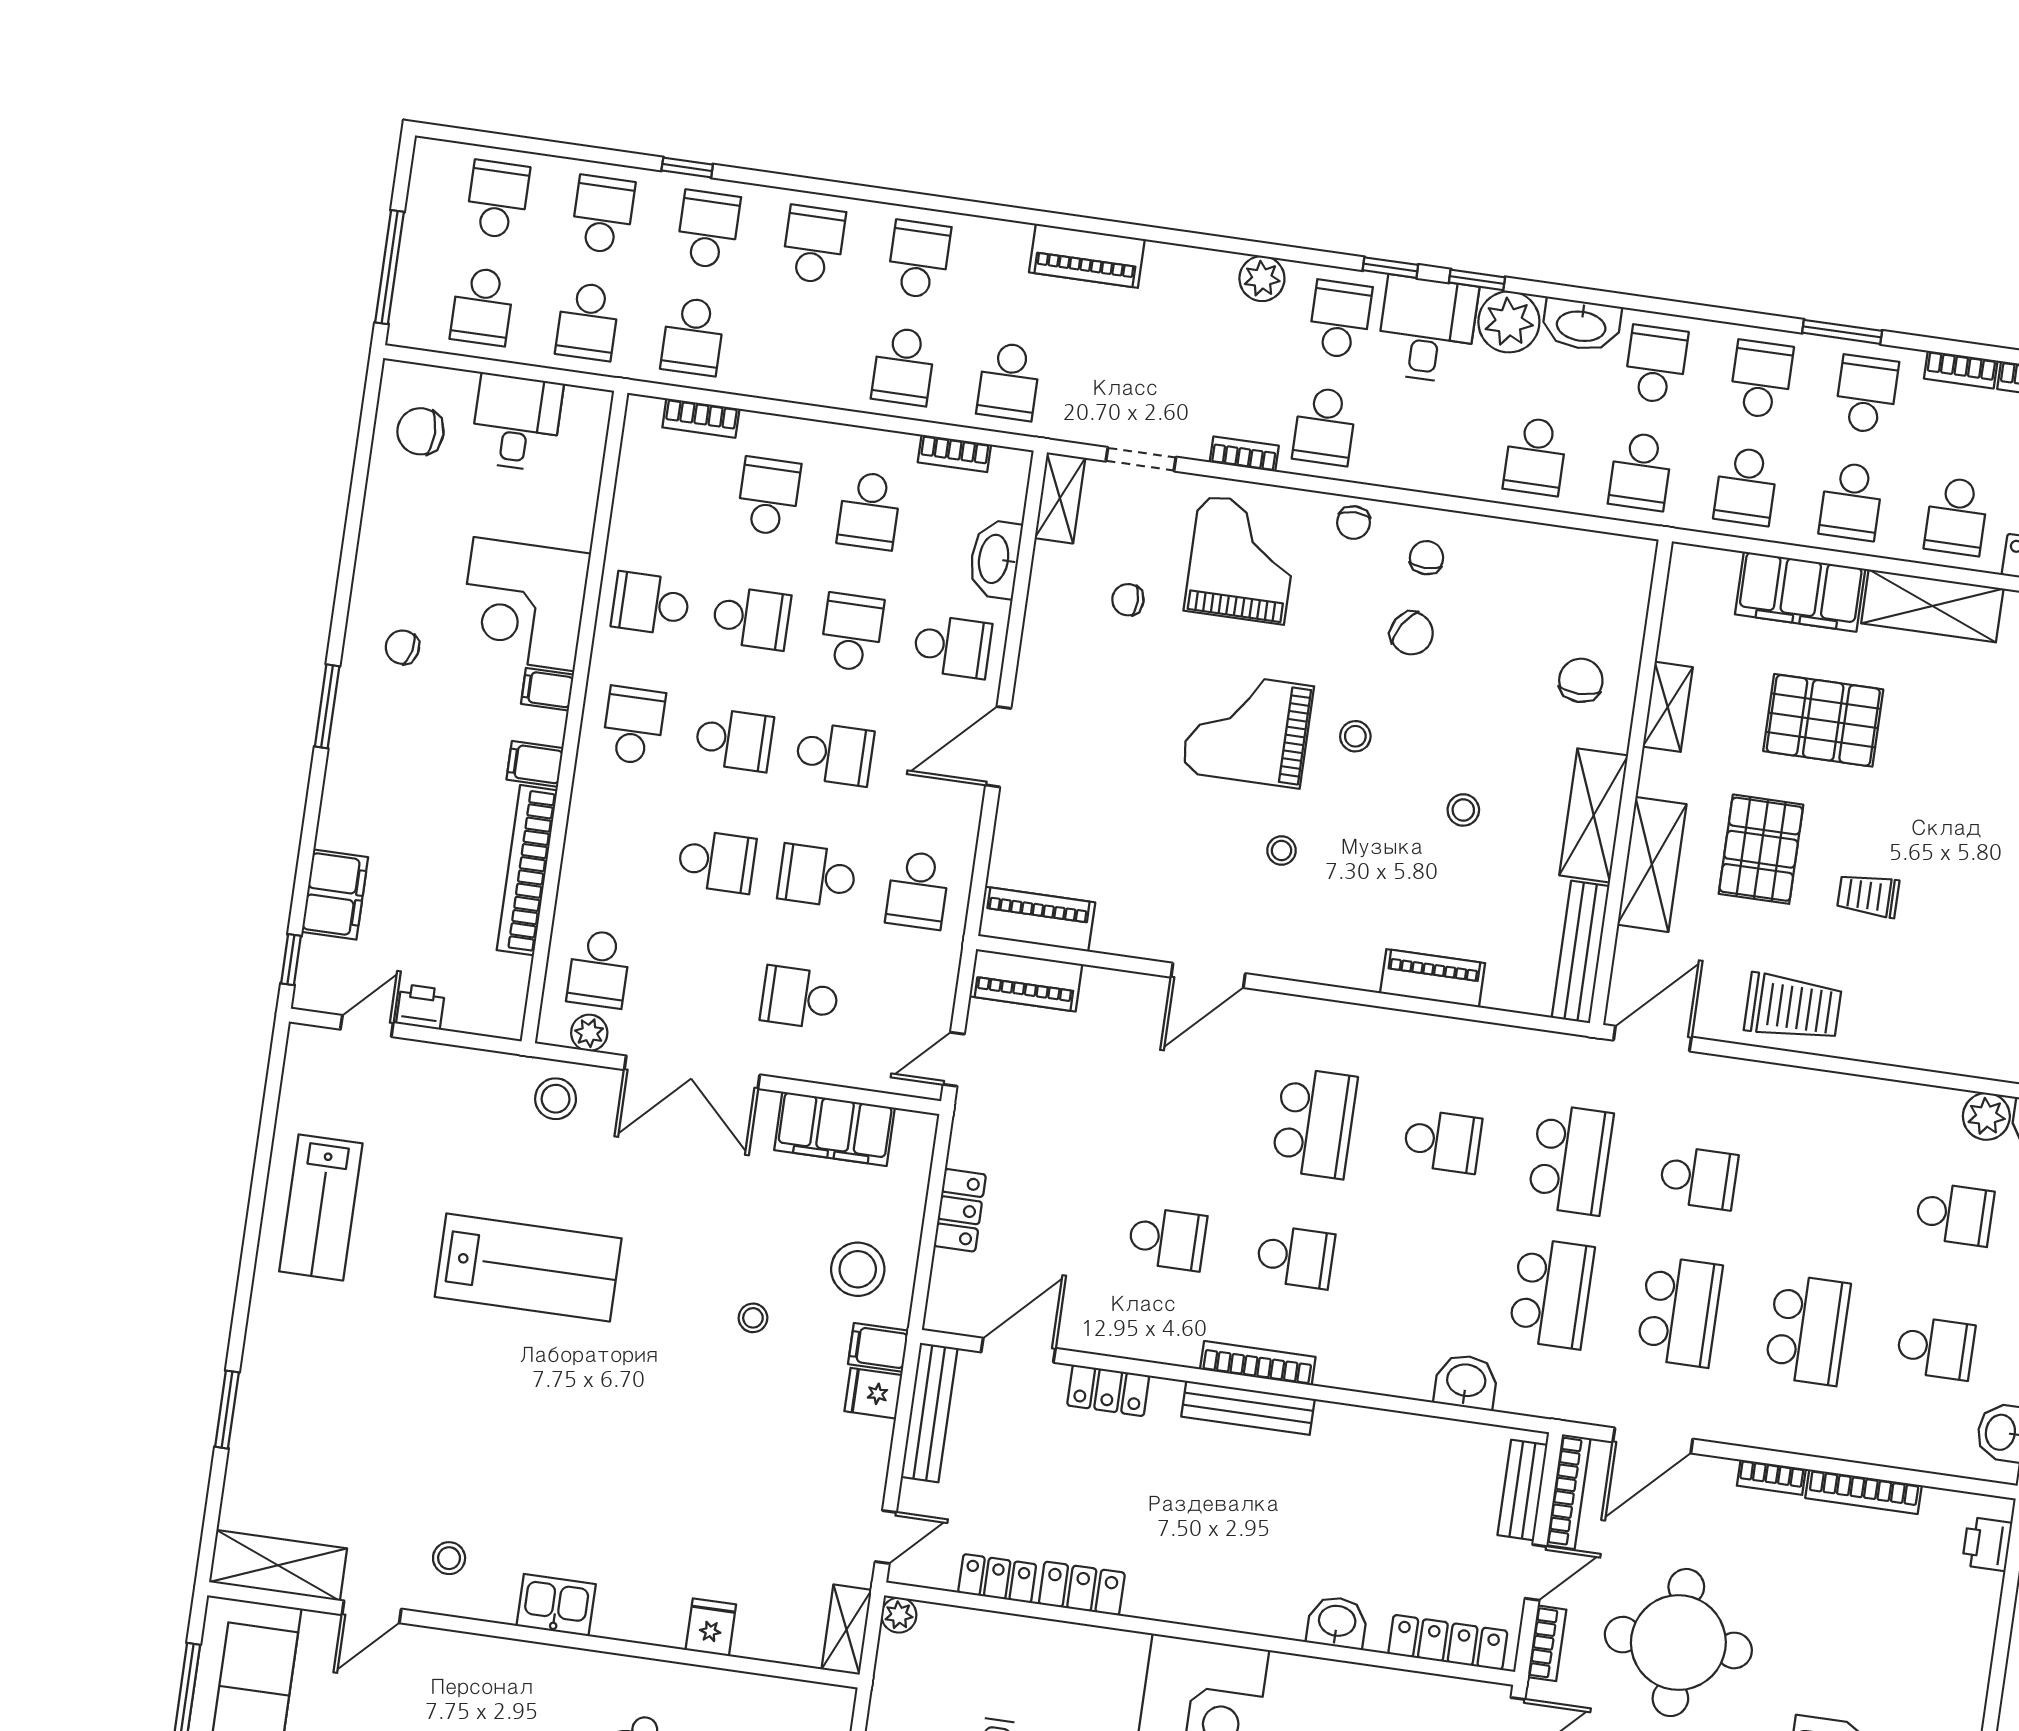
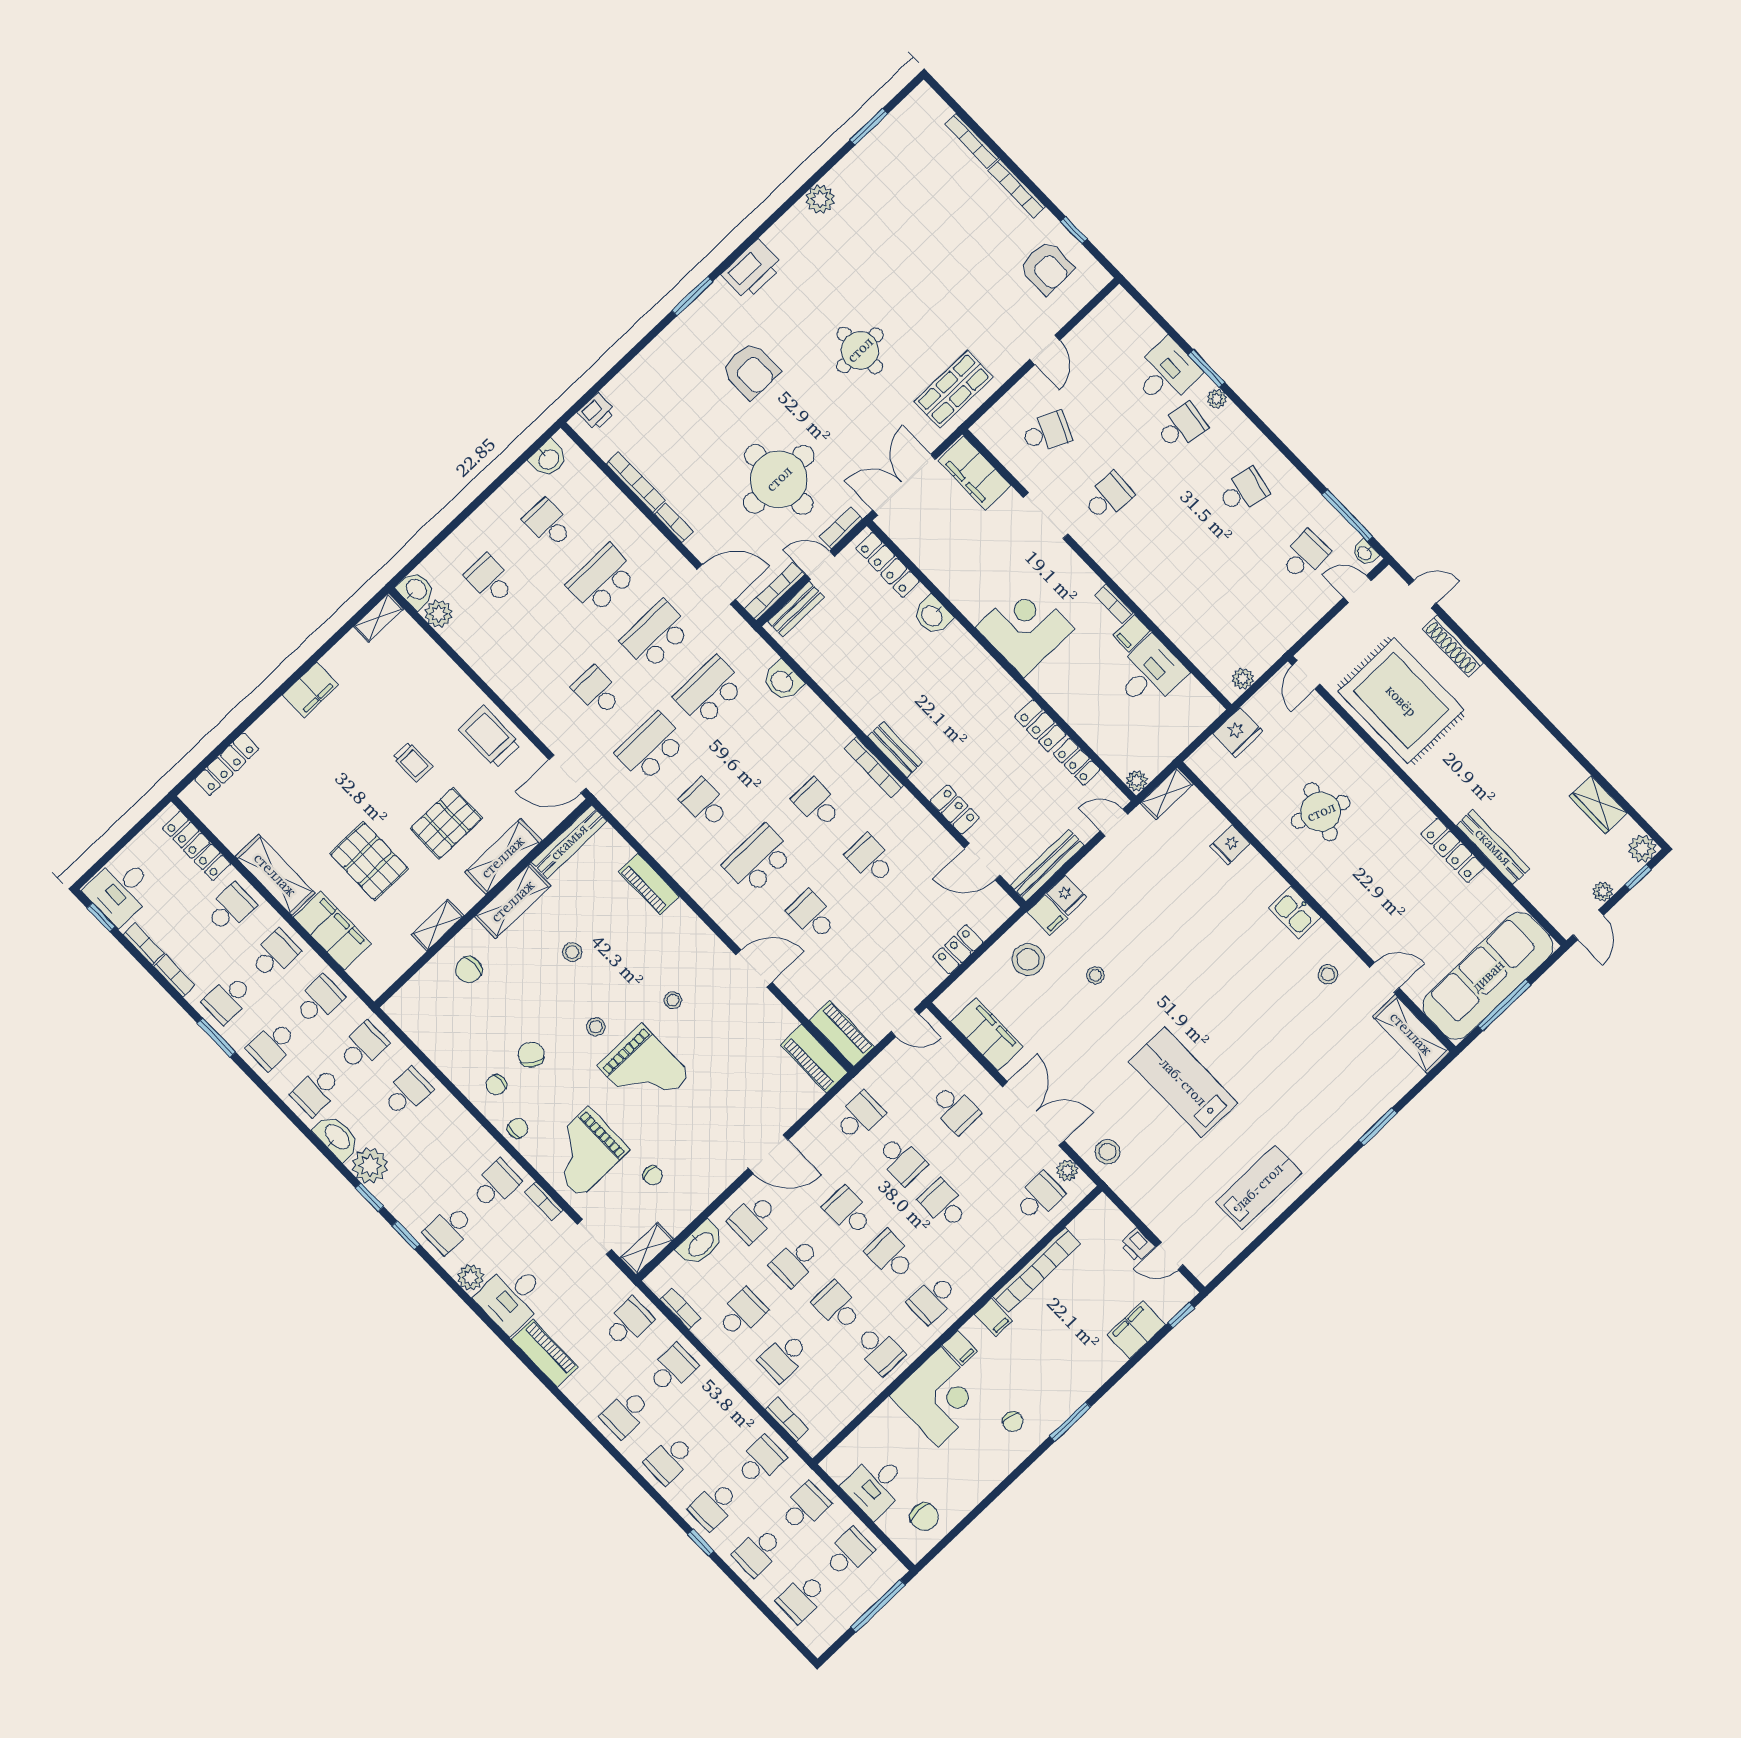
desk: (1427, 329) -> (512, 1297), moved
school desk: (952, 647) -> (753, 1218), turned -90
school desk: (1186, 1105) -> (812, 915), added
bench: (1248, 1408) -> (895, 750), width x0.73

